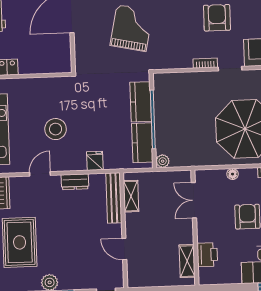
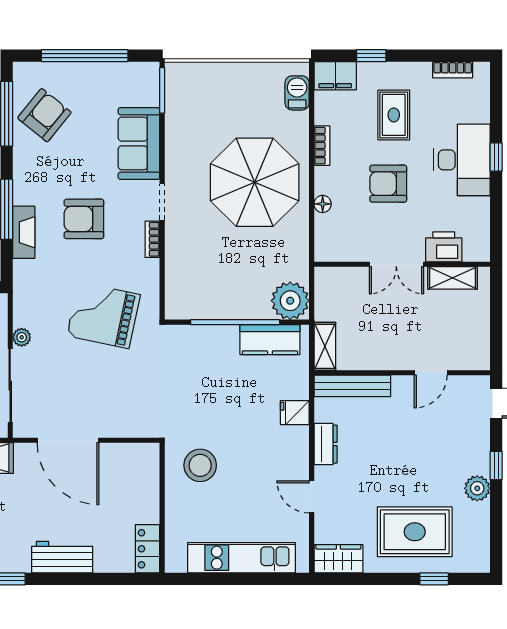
grand piano: (131, 28) -> (103, 315), moved
kitchen counter: (141, 102) -> (208, 340), removed
stool: (56, 129) -> (200, 465), moved
plant: (163, 161) -> (290, 301), width x1.87, depth x1.87
shelving: (131, 196) -> (325, 346), moved, turned 90
double door: (194, 200) -> (396, 264), moved

